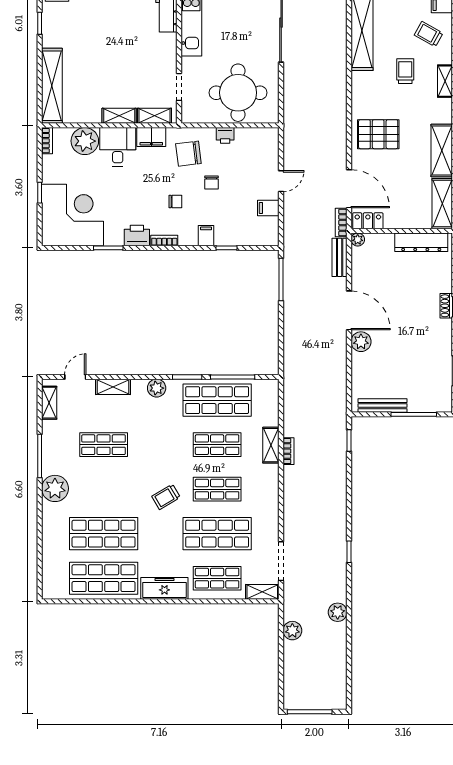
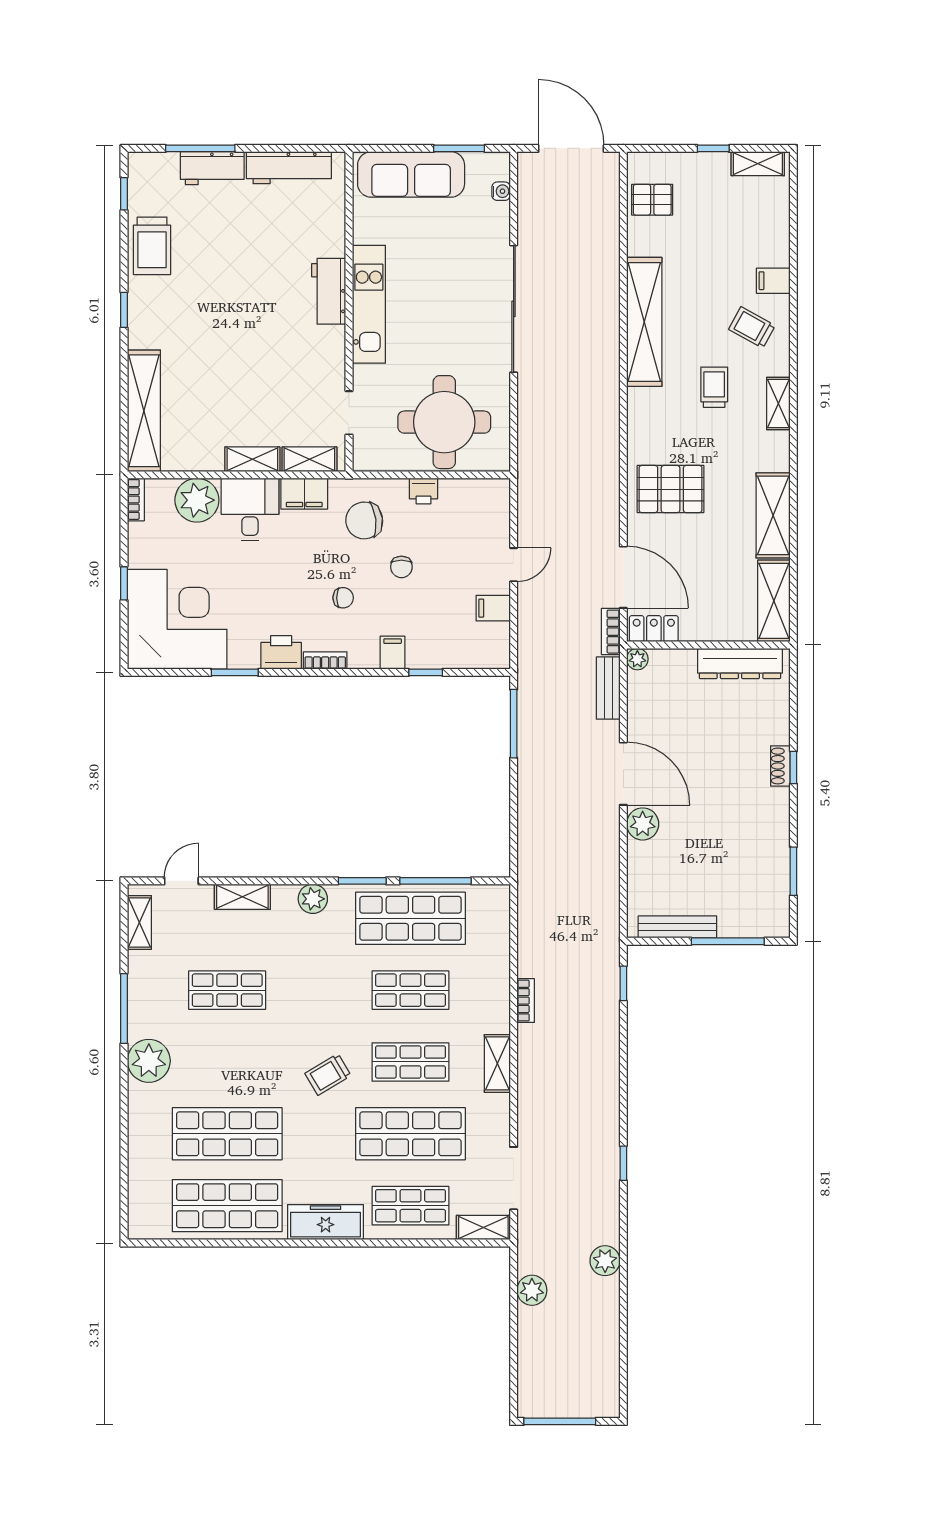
shelving: (271, 445) -> (497, 1063), moved

